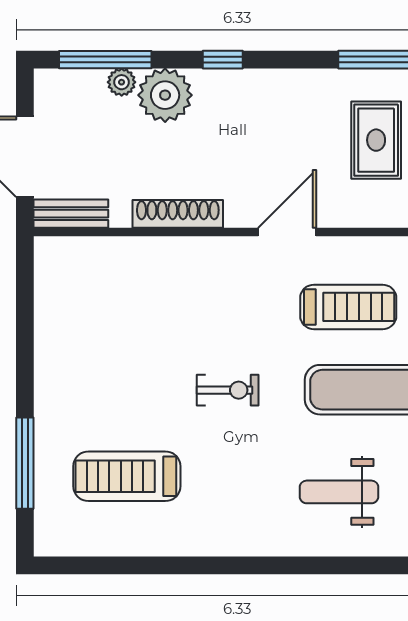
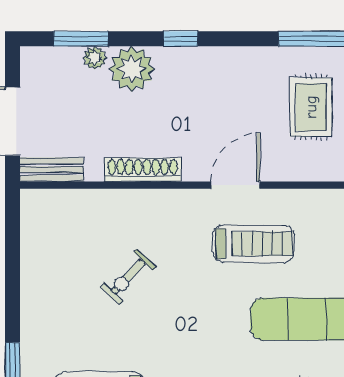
window: (105, 60) -> (81, 39), width x0.69
treadmill: (348, 307) -> (253, 244), moved
exercise bike: (228, 390) -> (128, 277), moved, turned 134

